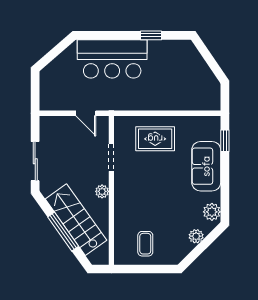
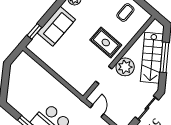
rug: (155, 139) -> (106, 43), moved
plant: (102, 191) -> (125, 67), width x1.88, depth x1.88

